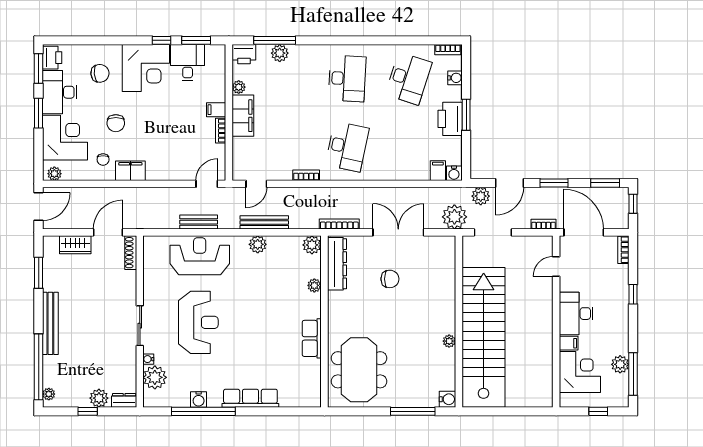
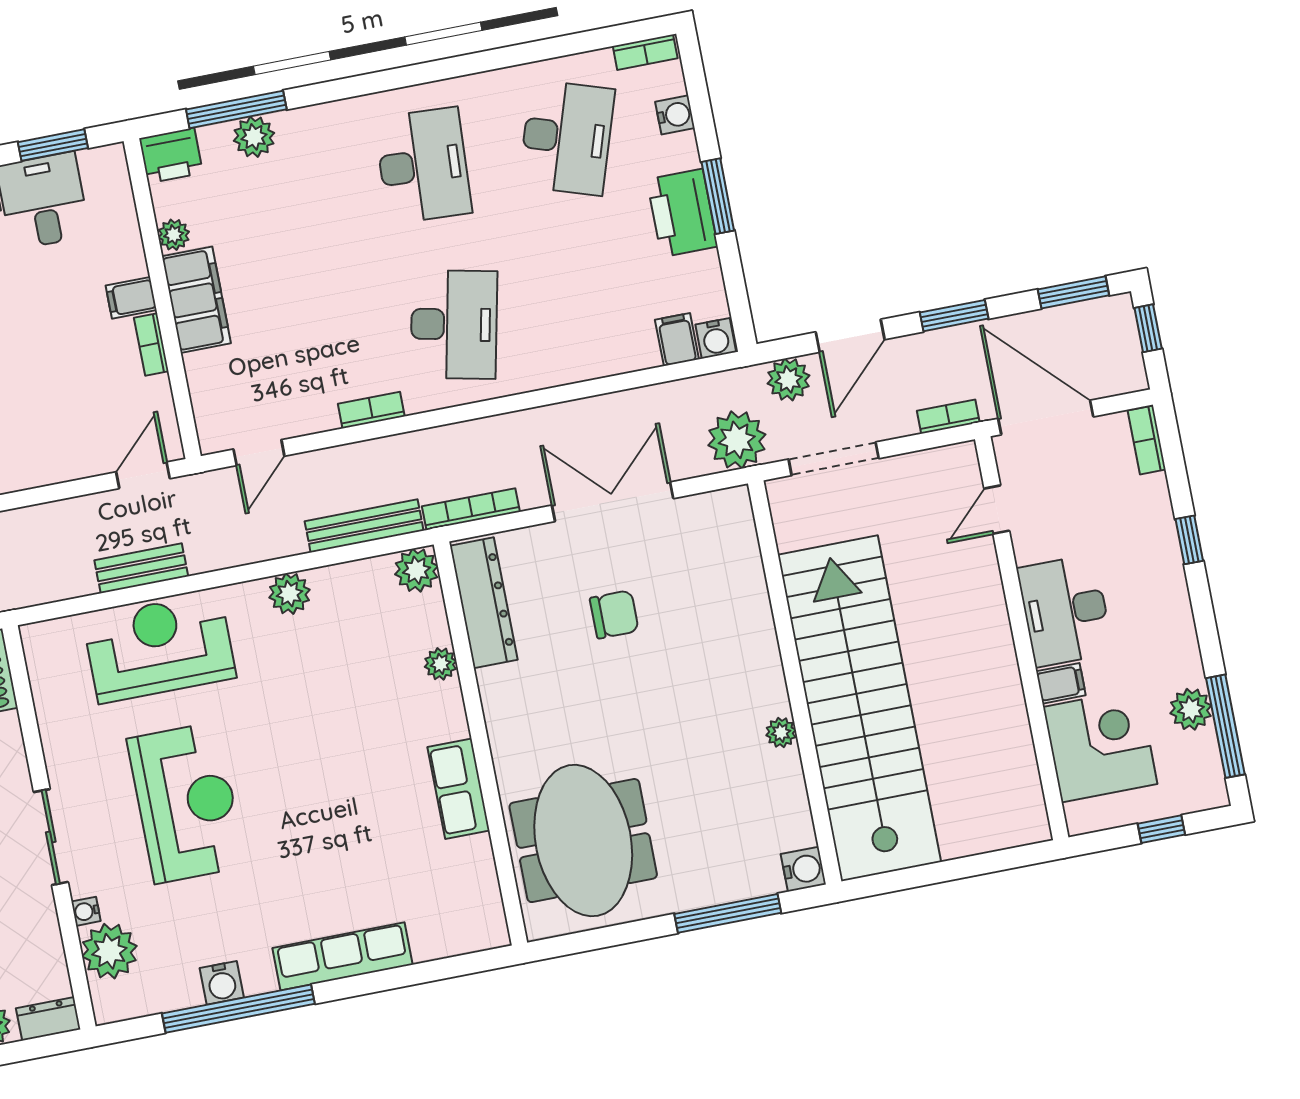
bench: (264, 222) -> (364, 526), moved

